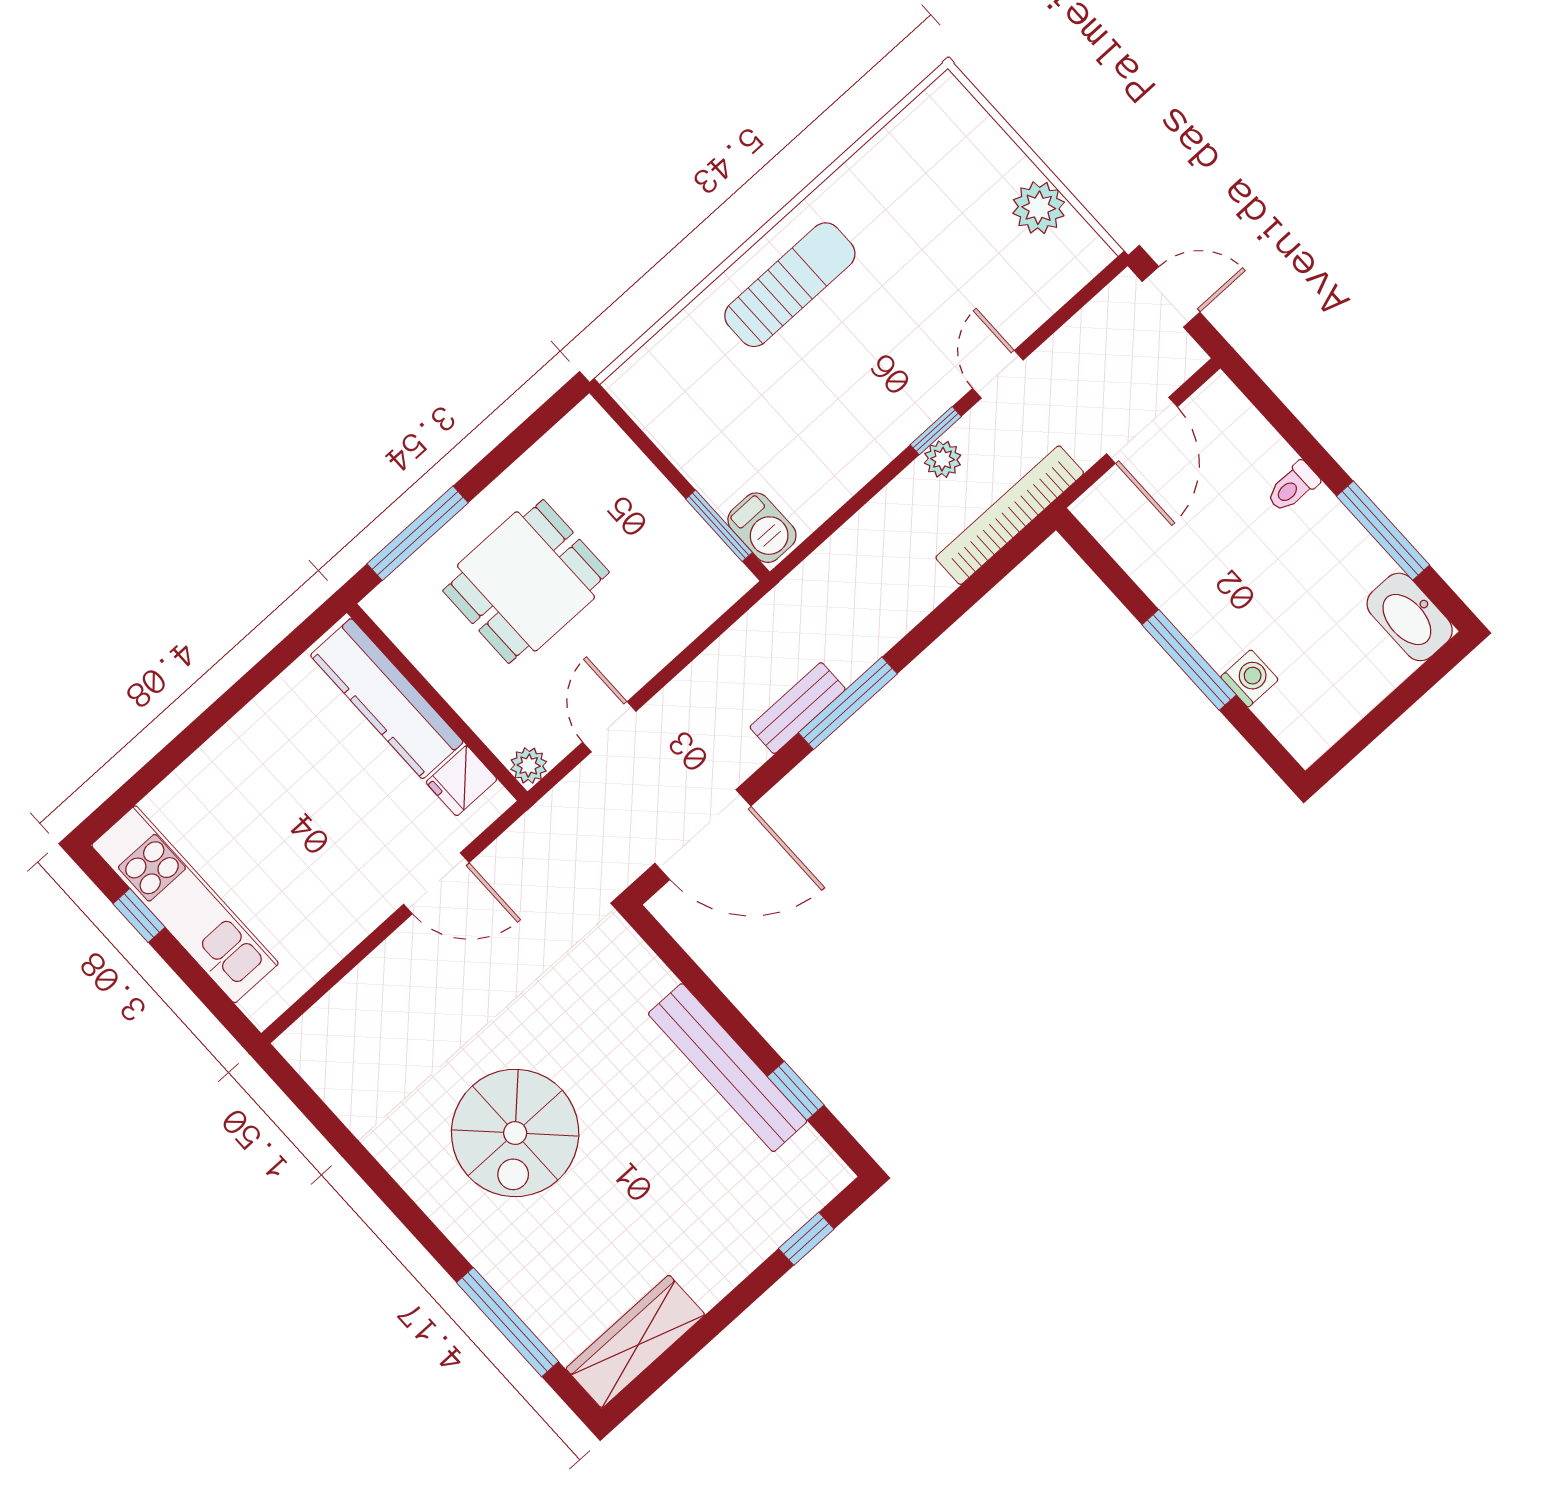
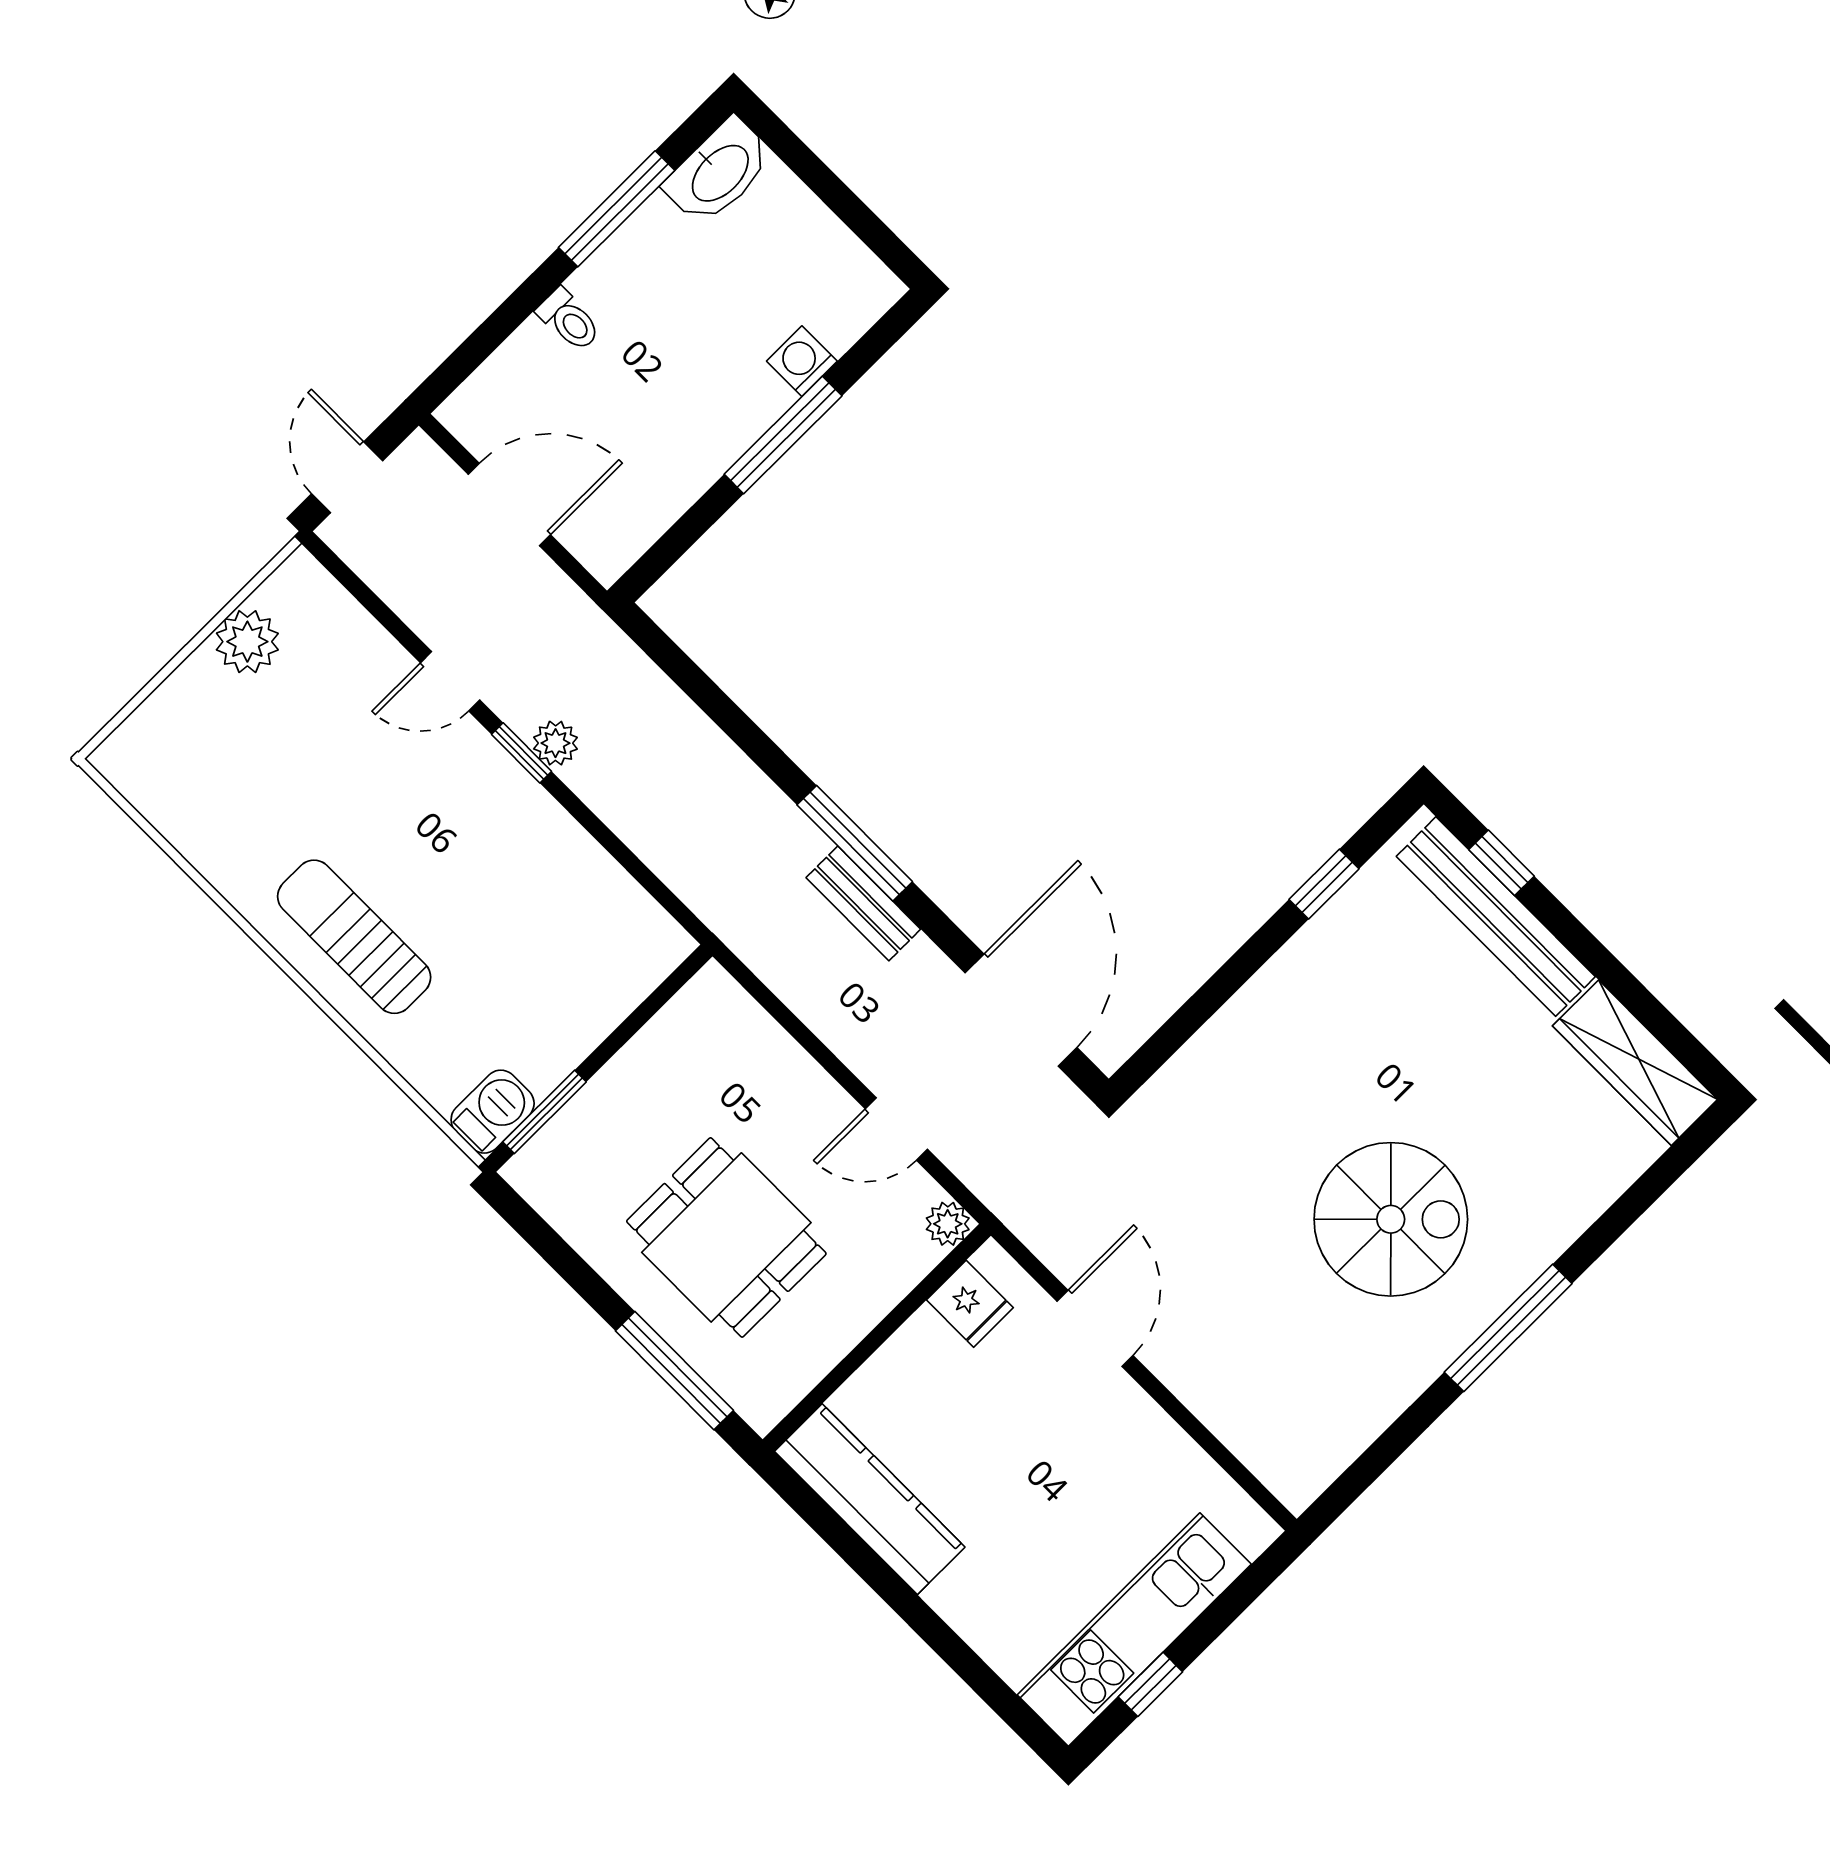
bookcase: (1010, 515) -> (619, 659), removed
window: (719, 526) -> (544, 1112), moved
barbecue: (762, 528) -> (493, 1112), moved
kitchen counter: (387, 699) -> (870, 1499), moved, turned -90
bench: (728, 1068) -> (1496, 917), moved, turned 90
window: (508, 1322) -> (1508, 1328), moved

